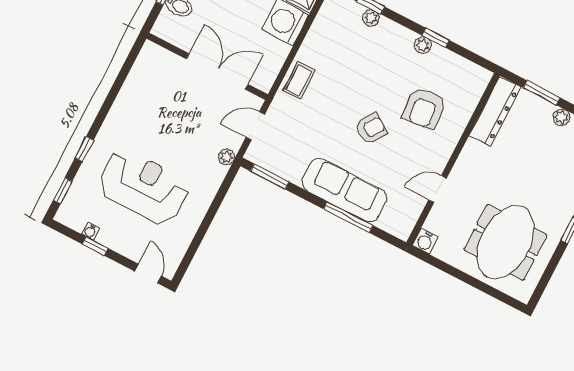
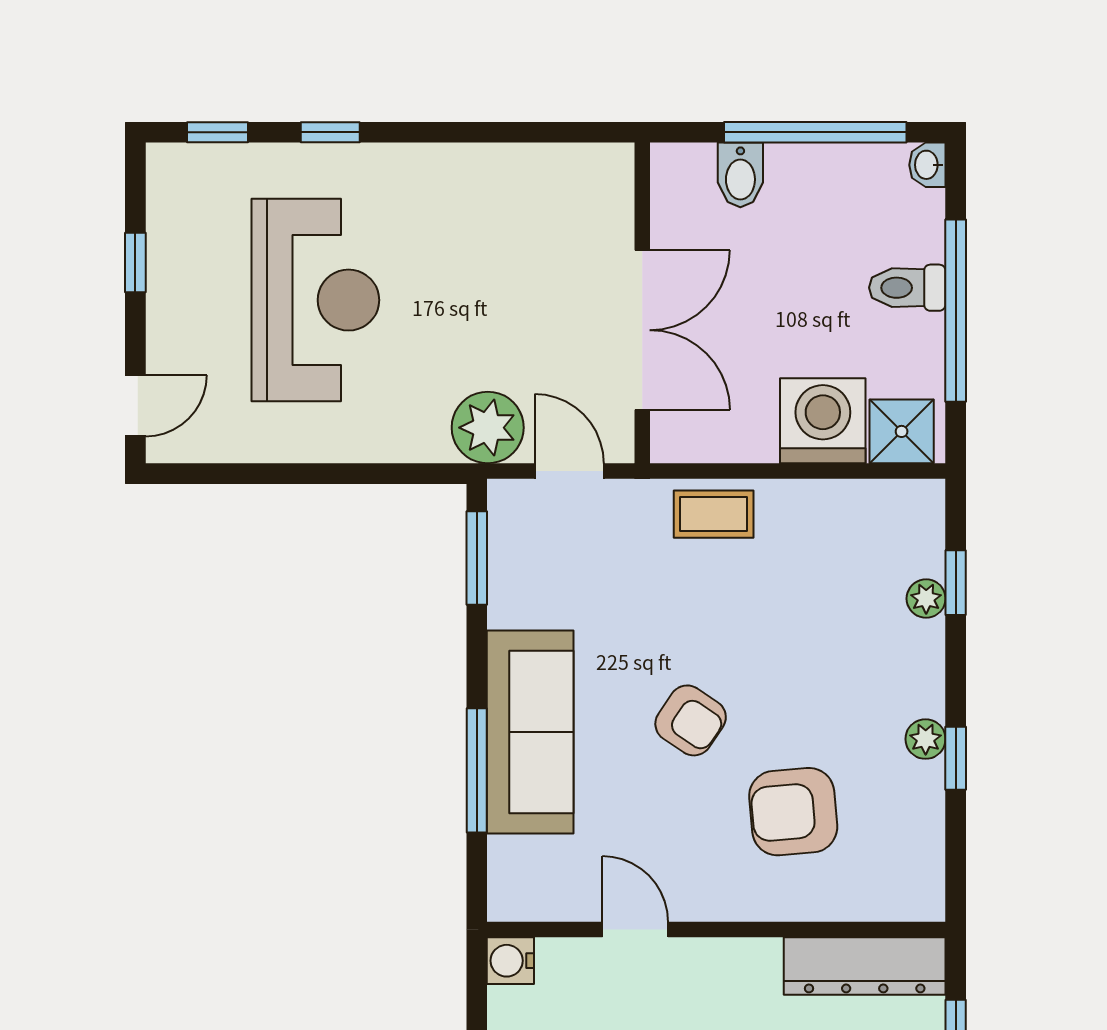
plant: (227, 157) -> (488, 428), width x1.88, depth x1.88
water cooler: (90, 231) -> (162, 236), removed

